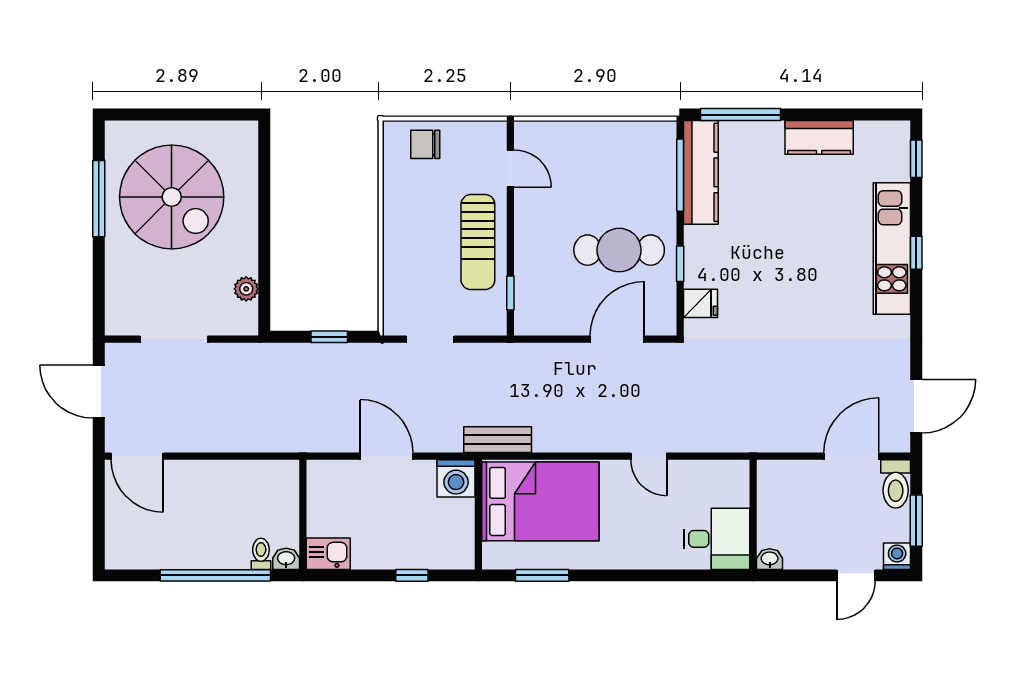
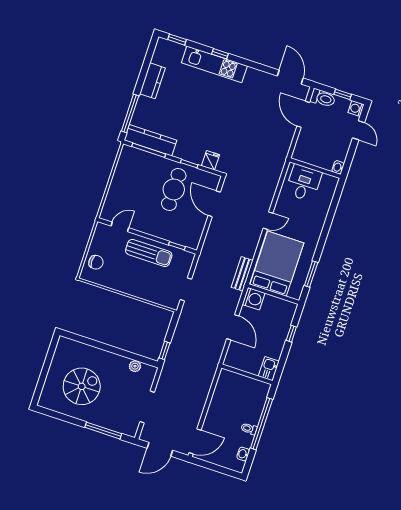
chair: (425, 144) -> (96, 262), turned -90
spiral stairs: (172, 197) -> (82, 386), width x0.73, depth x0.73
window: (99, 199) -> (103, 431), moved
window: (329, 337) -> (165, 350), moved
door: (387, 456) -> (233, 327), swing flipped
door: (649, 456) -> (268, 221), moved
window: (916, 521) -> (343, 94), width x0.67
desk: (717, 539) -> (304, 183), moved
toilet: (261, 554) -> (249, 429), moved
washbasin: (286, 559) -> (243, 454), moved

